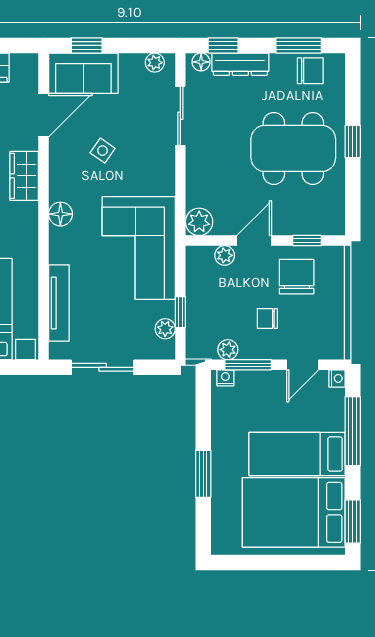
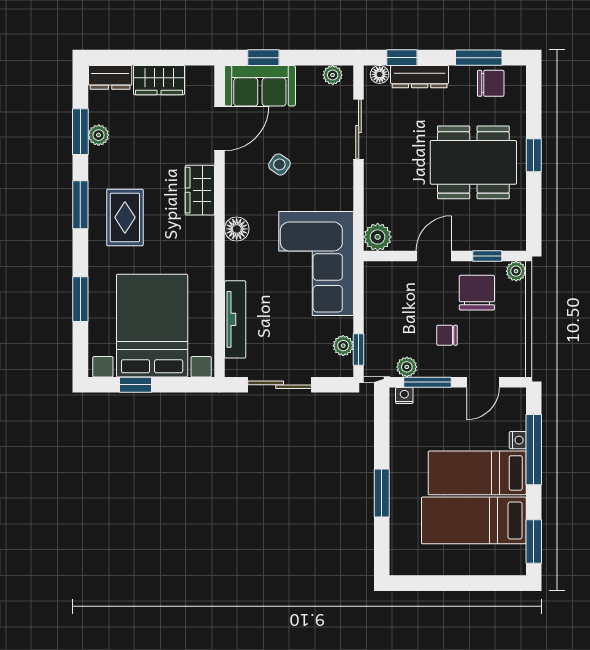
plant: (225, 255) -> (516, 271), moved
window: (180, 312) -> (359, 349), moved
nightstand: (337, 378) -> (518, 440), moved
bed: (294, 512) -> (474, 520), width x0.67

